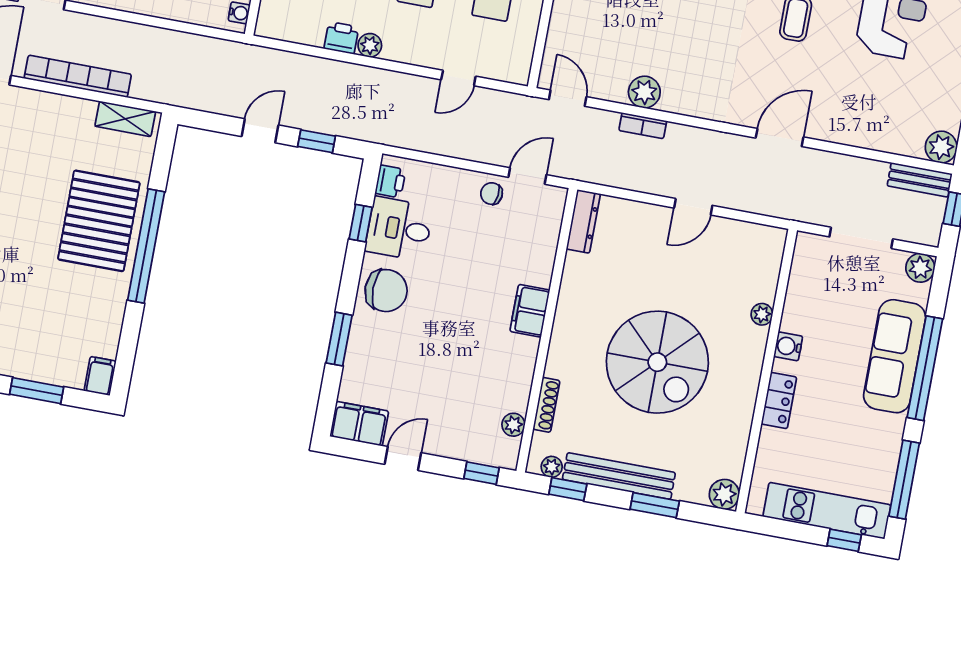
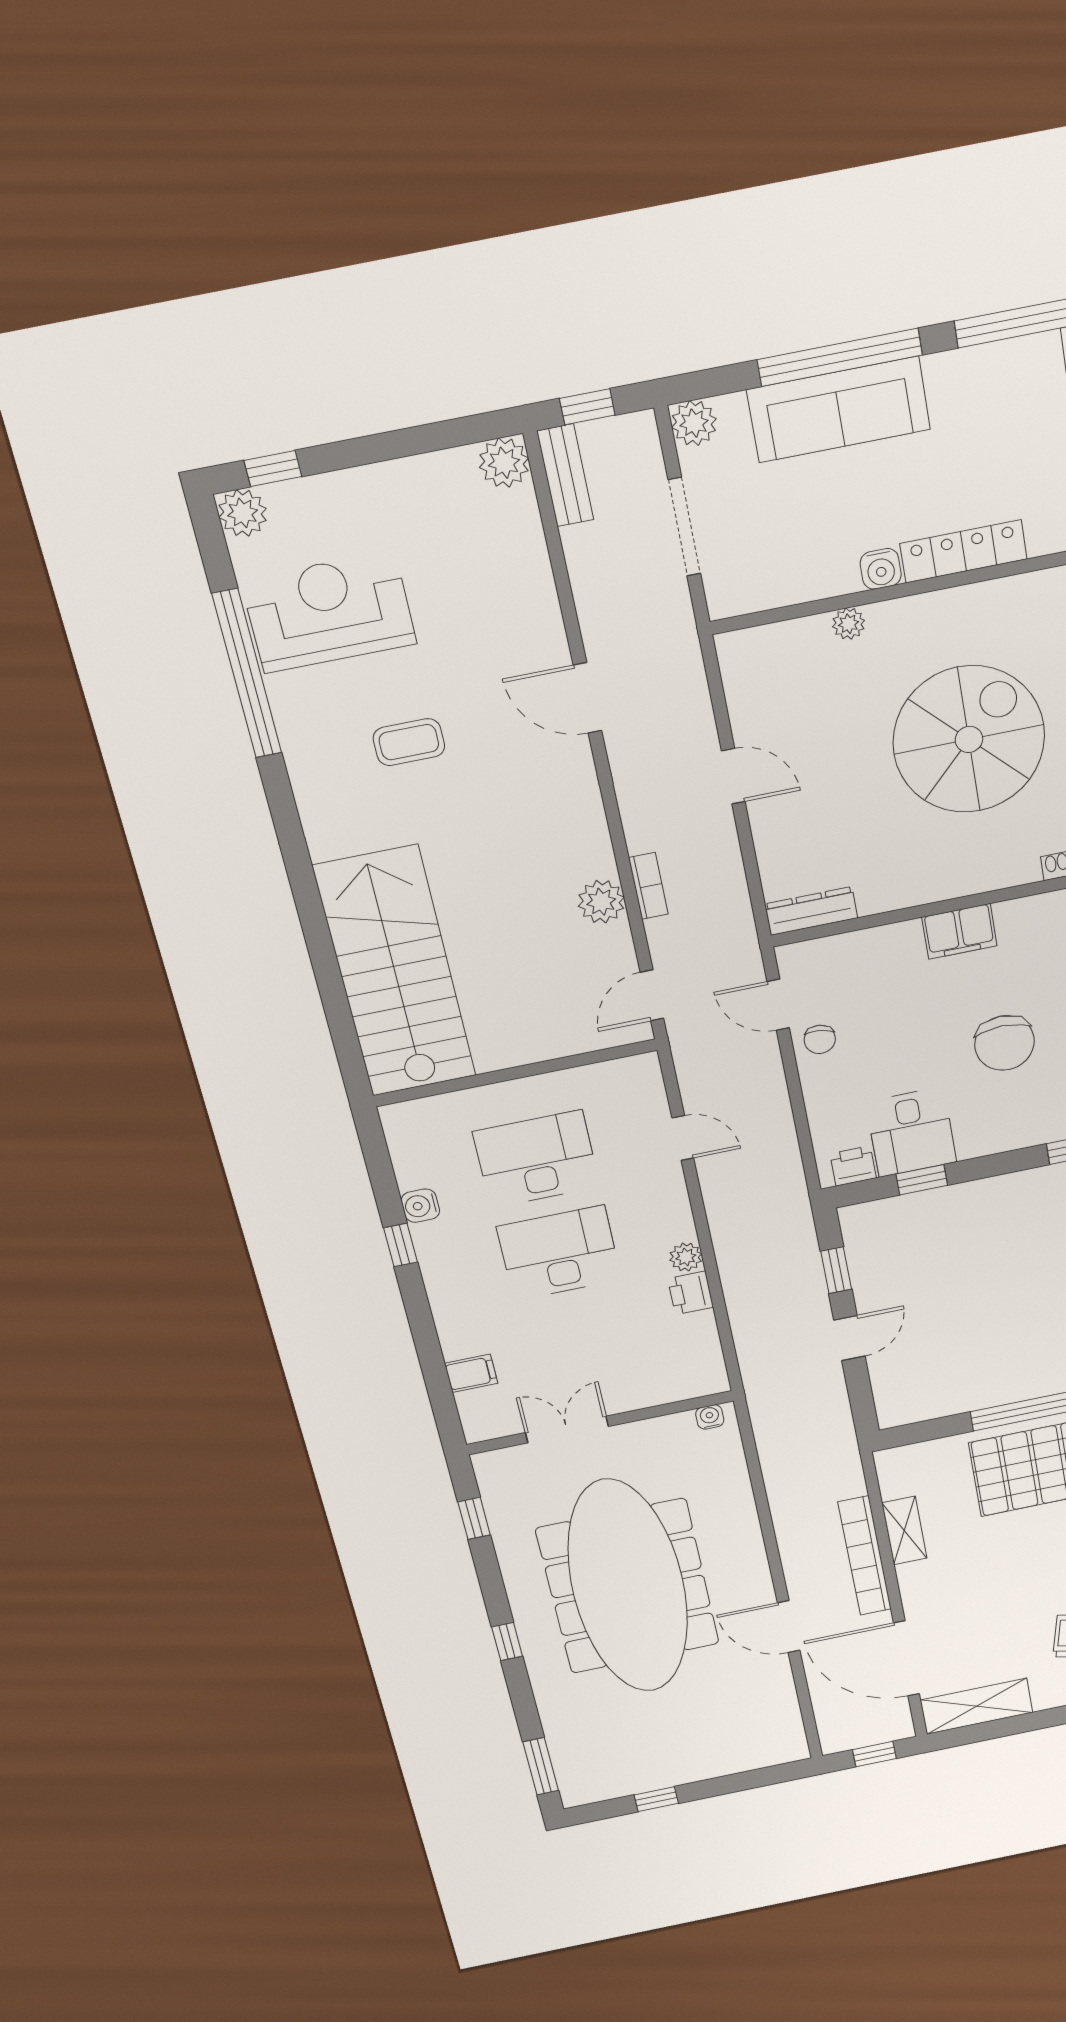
shelving: (125, 119) -> (904, 1531), moved
door: (260, 131) -> (849, 1338), swing flipped
chair: (386, 291) -> (1004, 1043), moved, turned 180
locker: (779, 401) -> (963, 551), width x1.53

